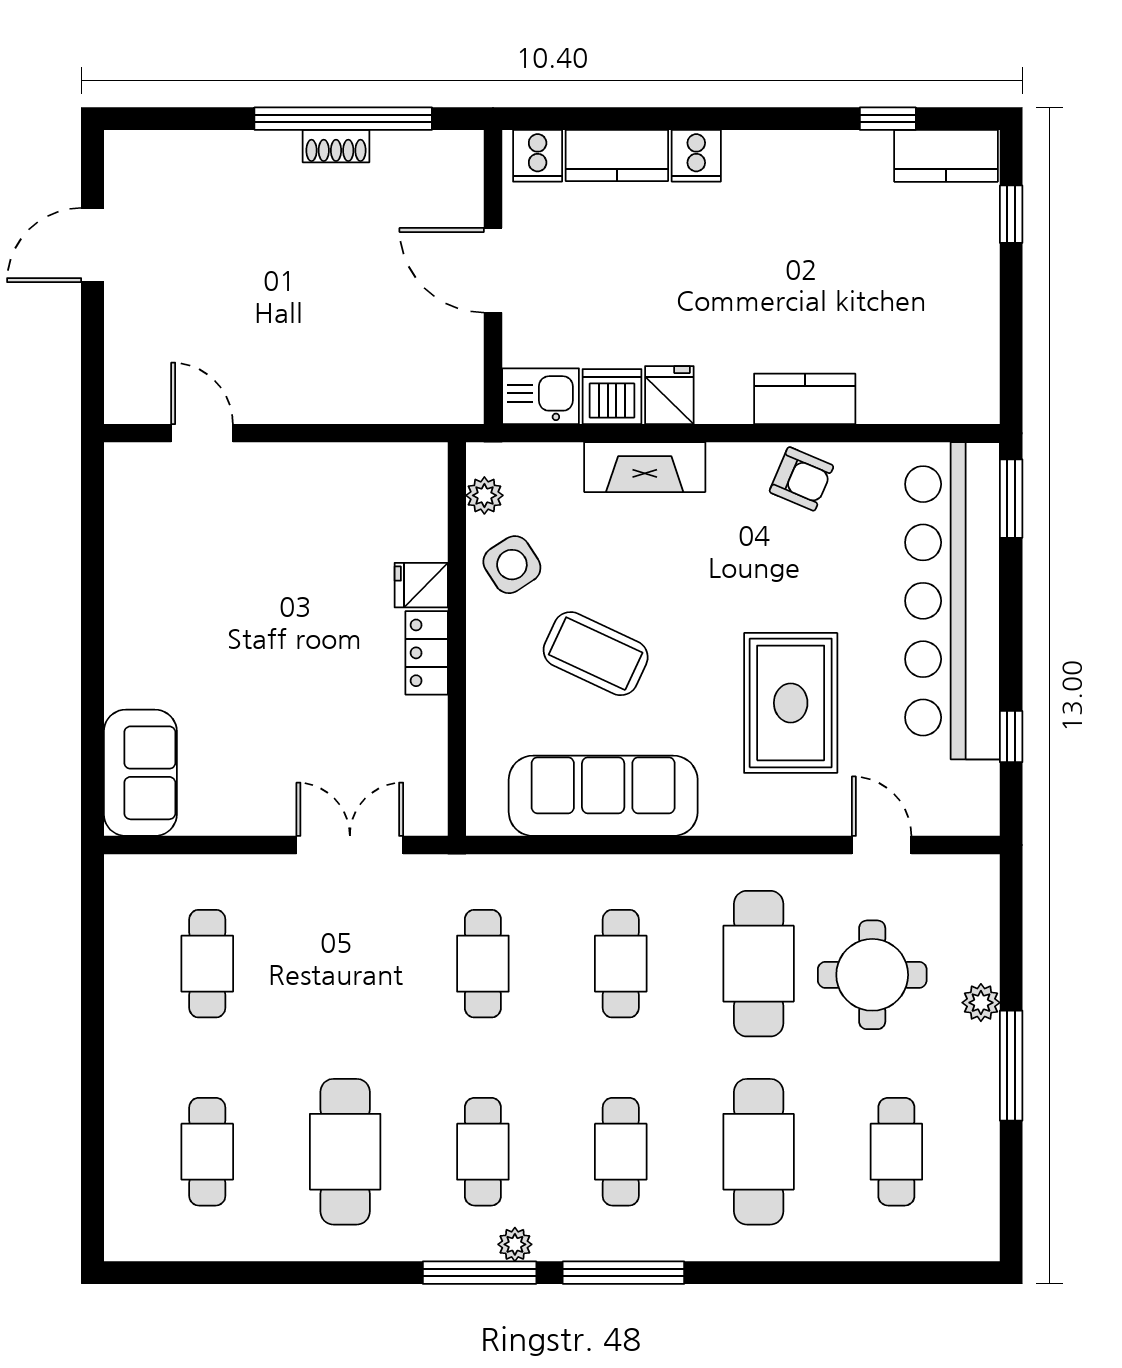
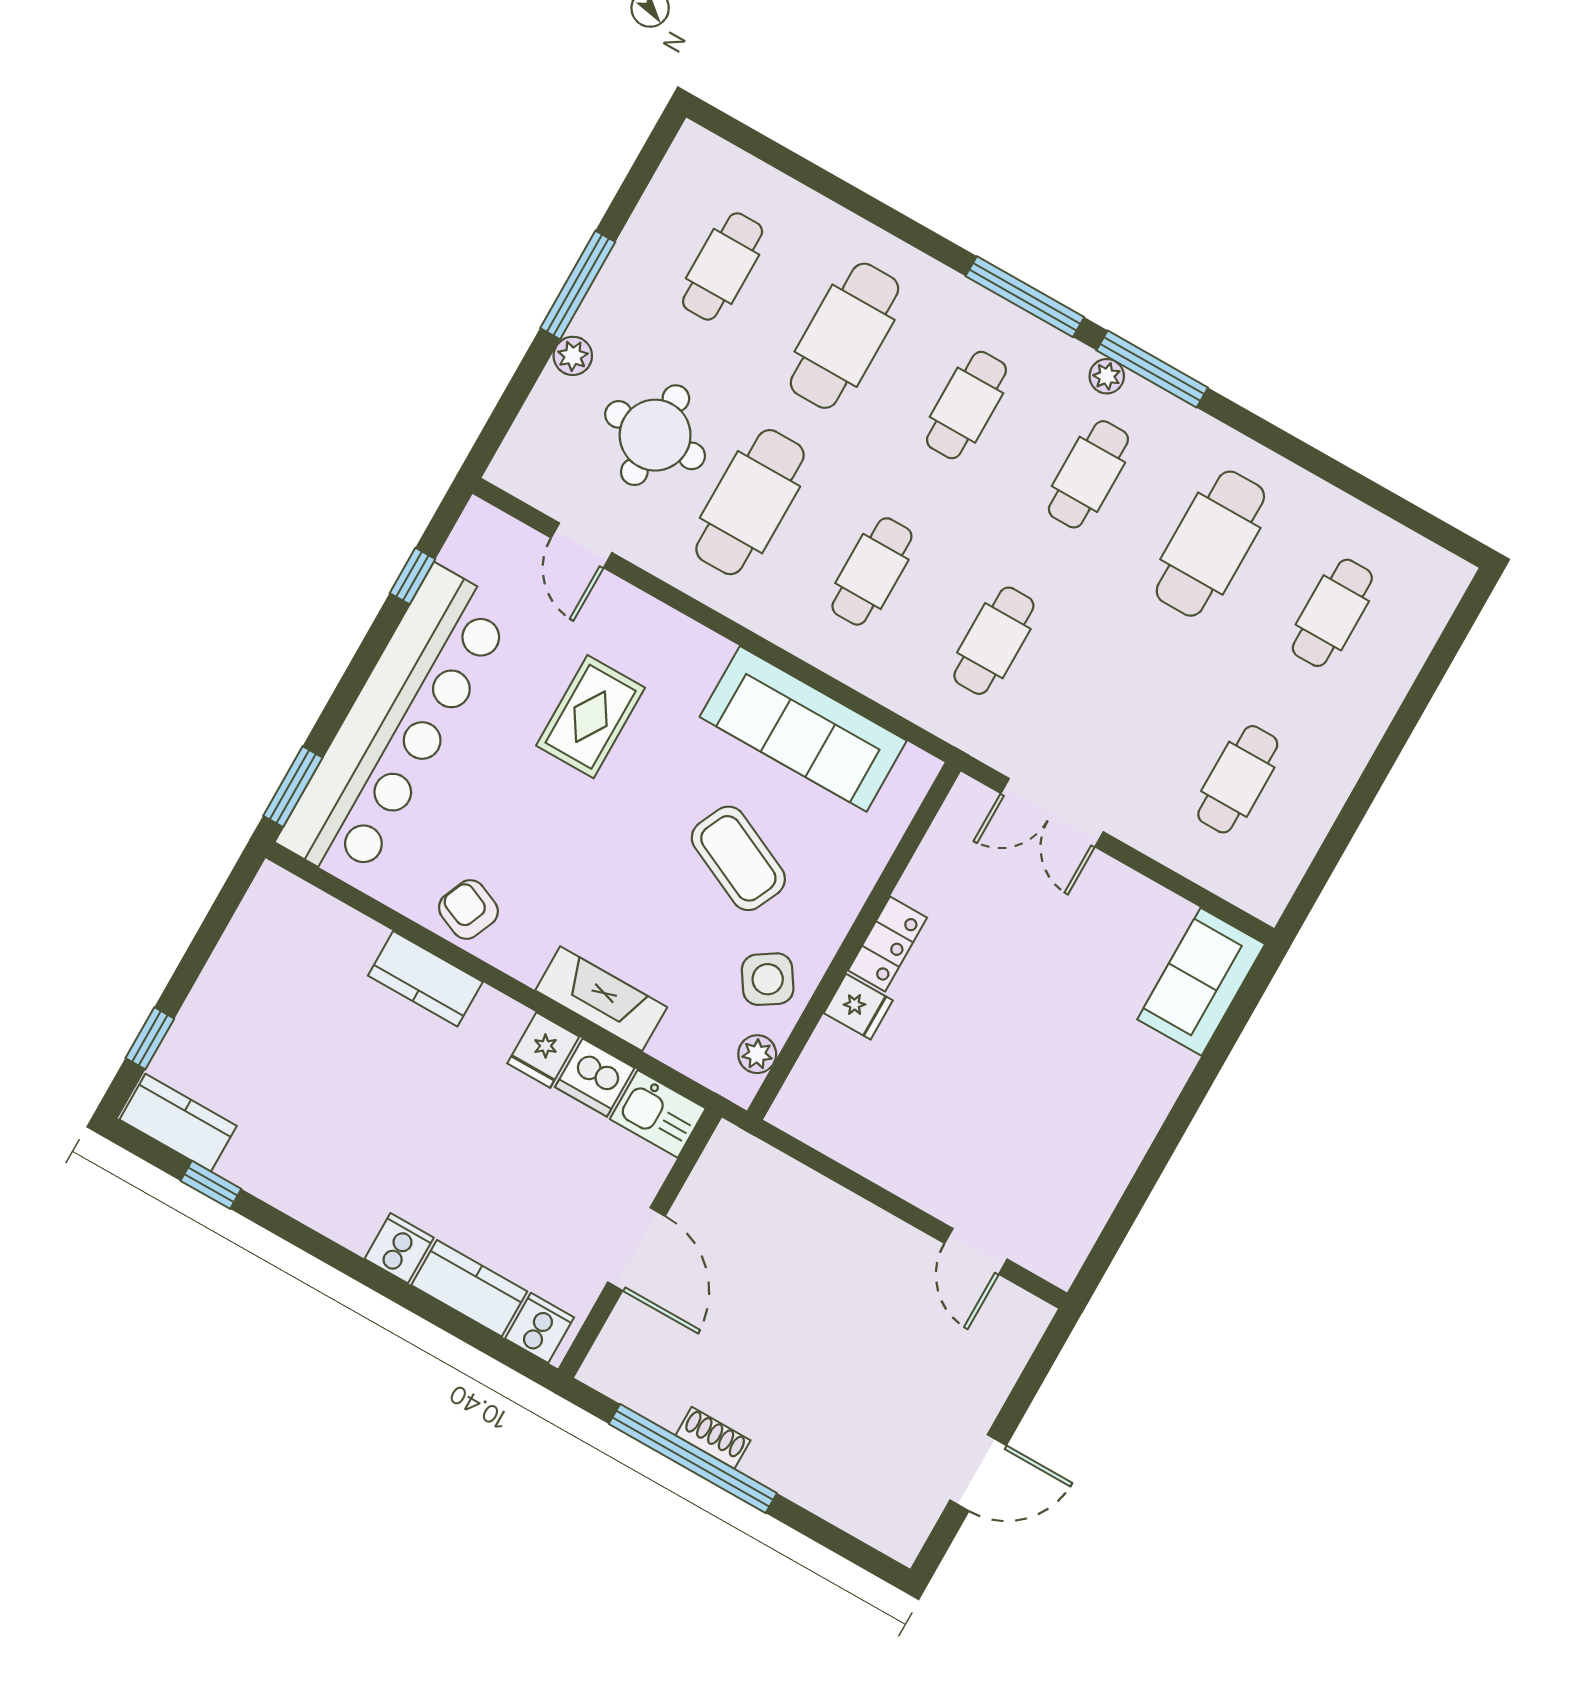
rug: (791, 703) -> (591, 717), width x0.73, depth x0.70

